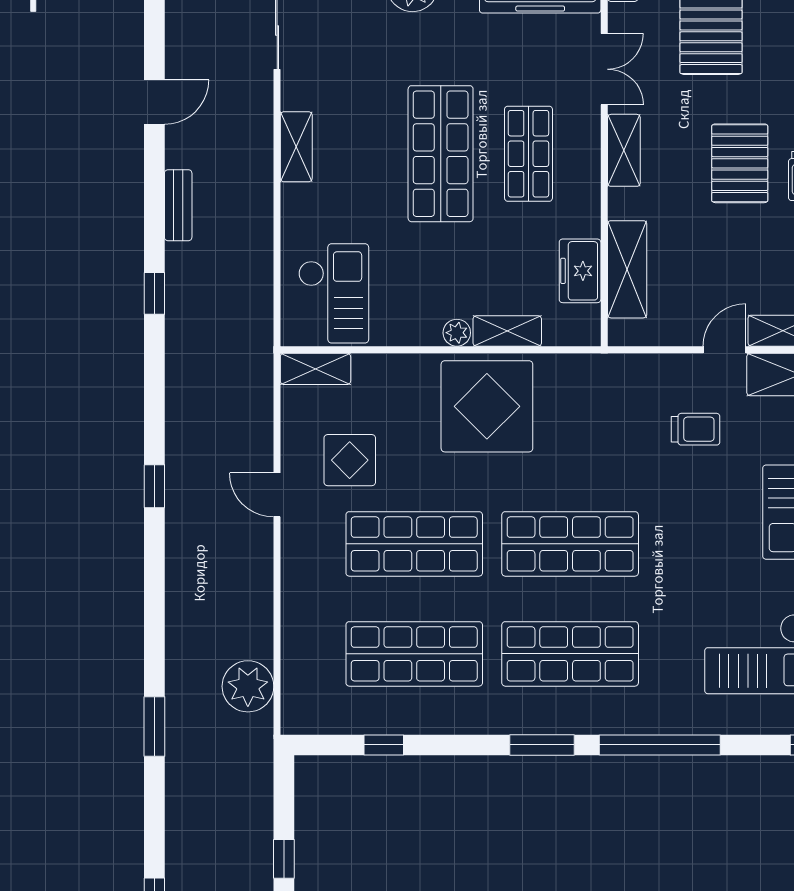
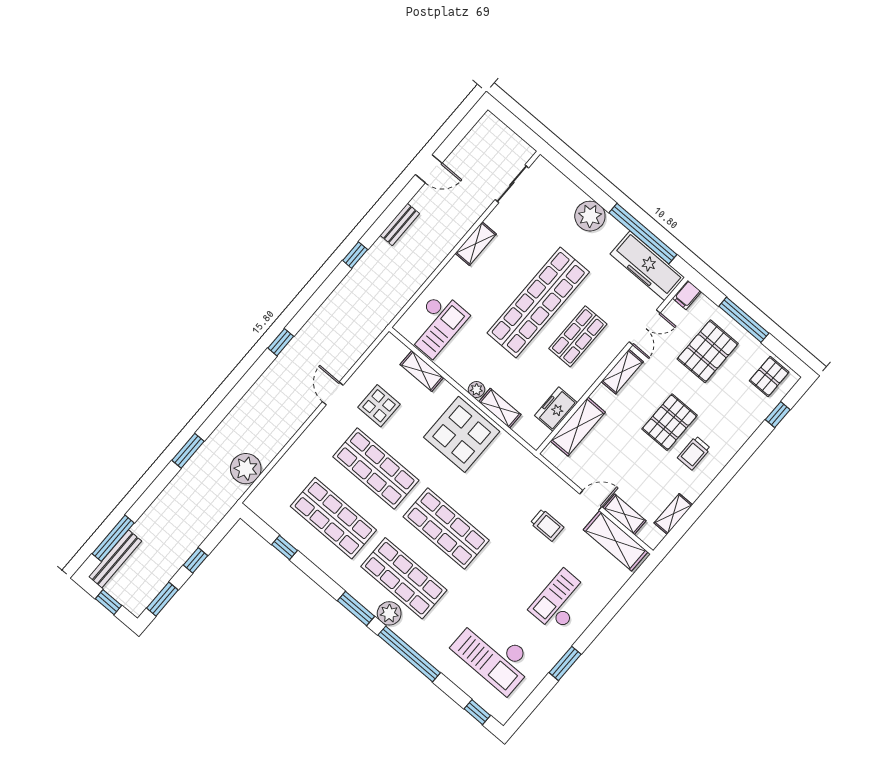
shop shelf: (441, 154) -> (538, 302), width x1.40
shelving: (315, 369) -> (422, 371), moved
plant: (590, 715) -> (389, 613), added

